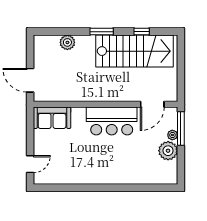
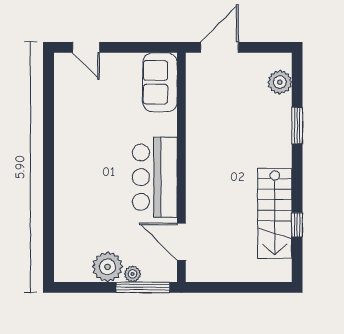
window: (102, 32) -> (297, 126), moved
plant: (67, 42) -> (280, 82), moved
stairs: (134, 51) -> (275, 213), width x0.73, depth x0.66

